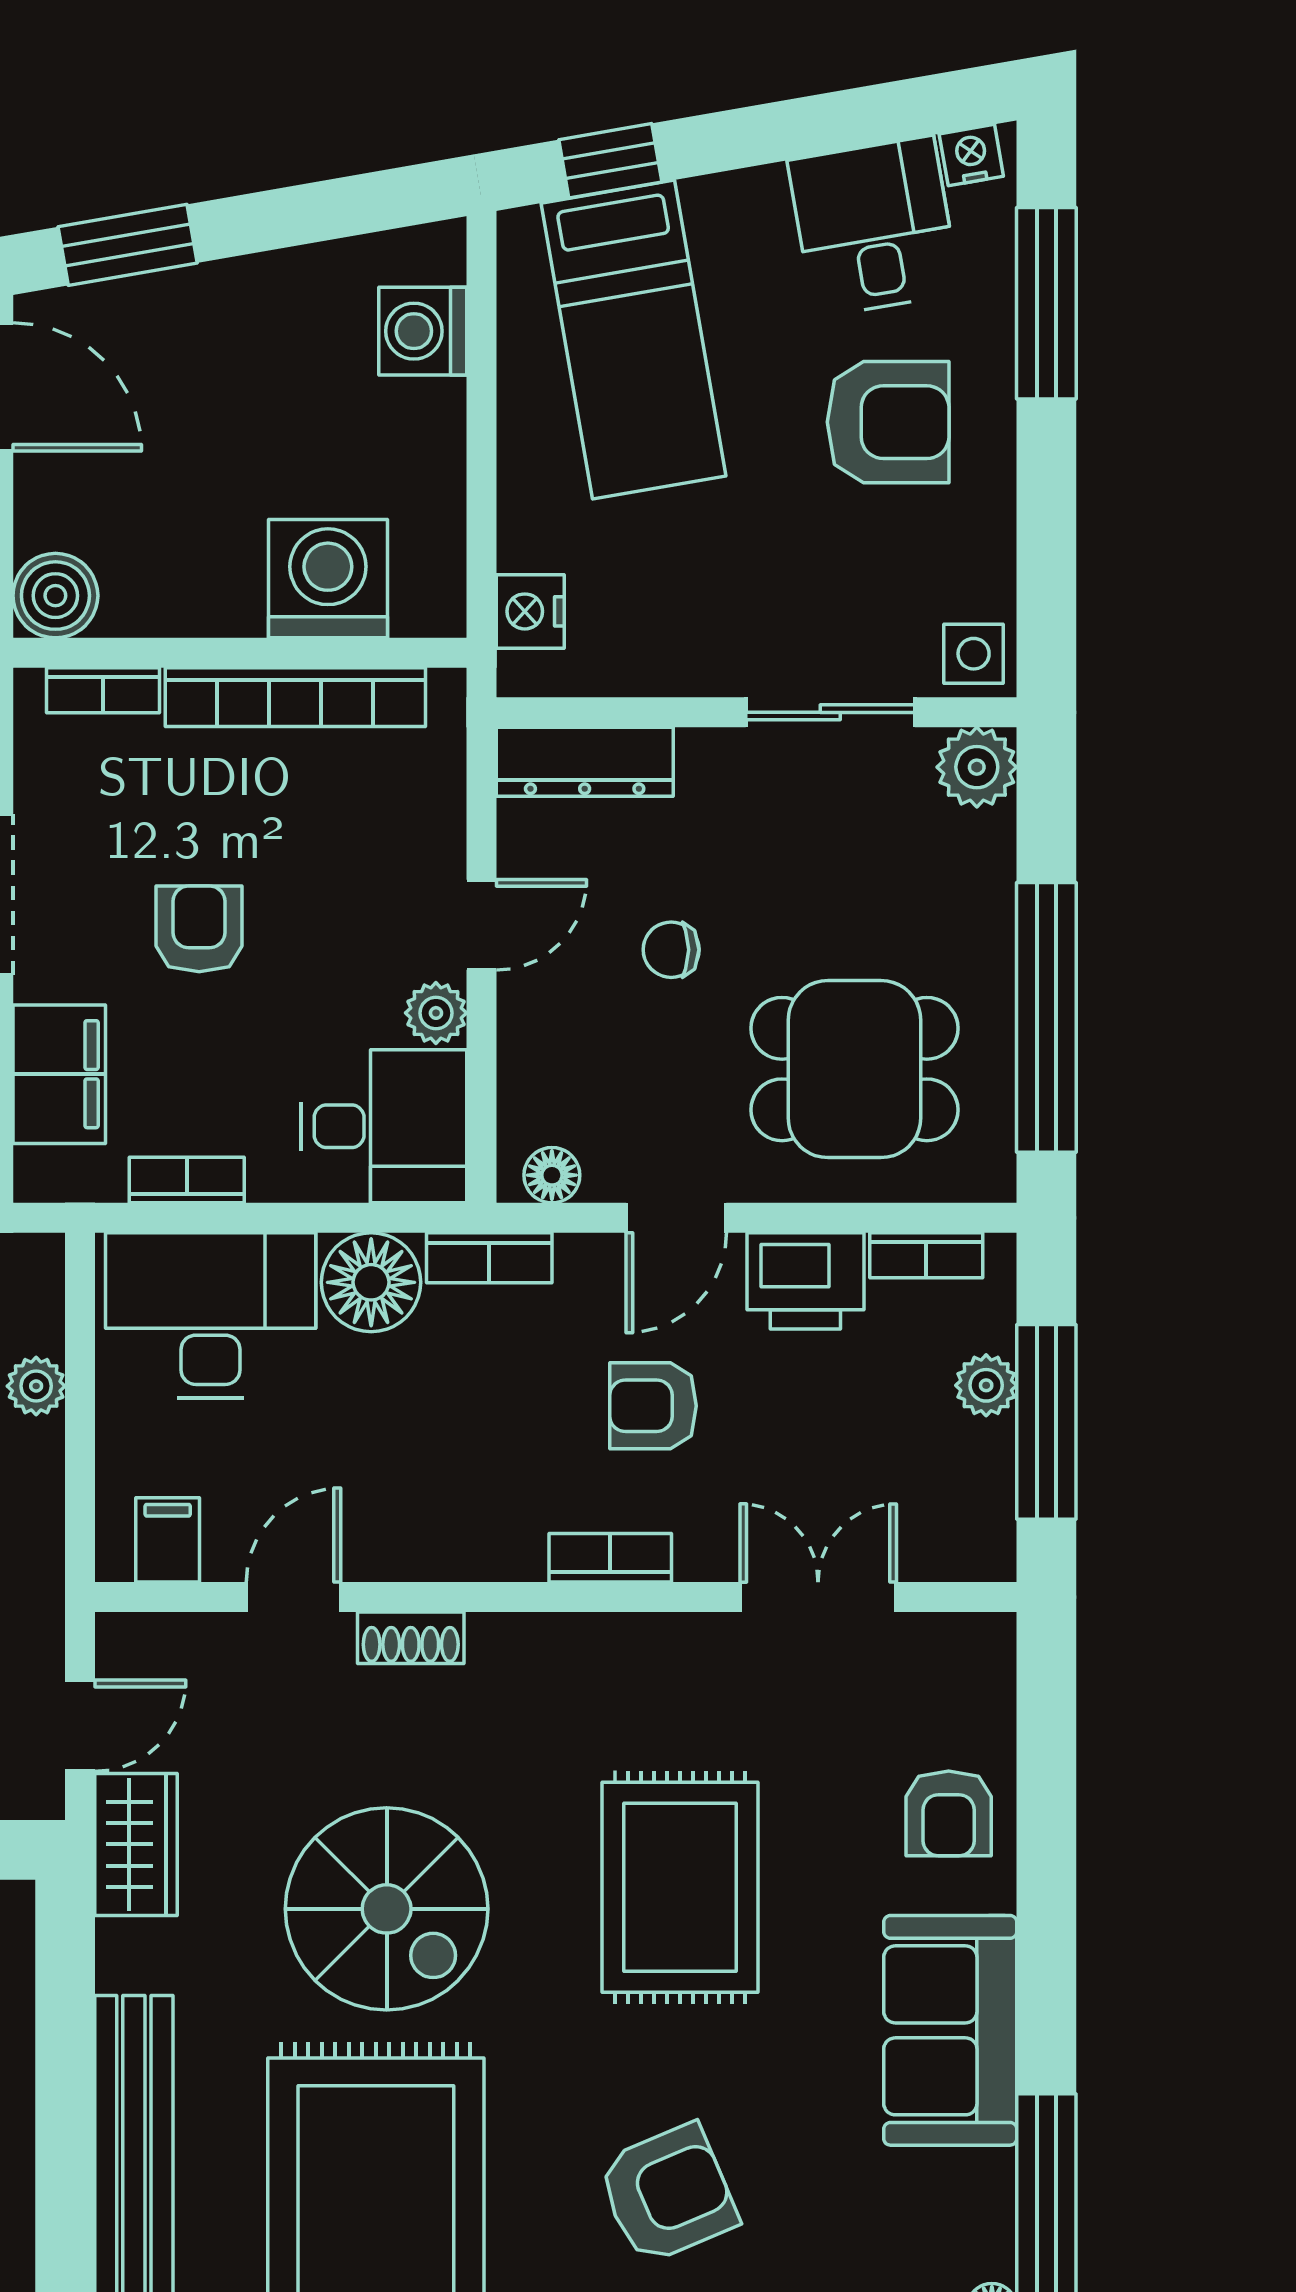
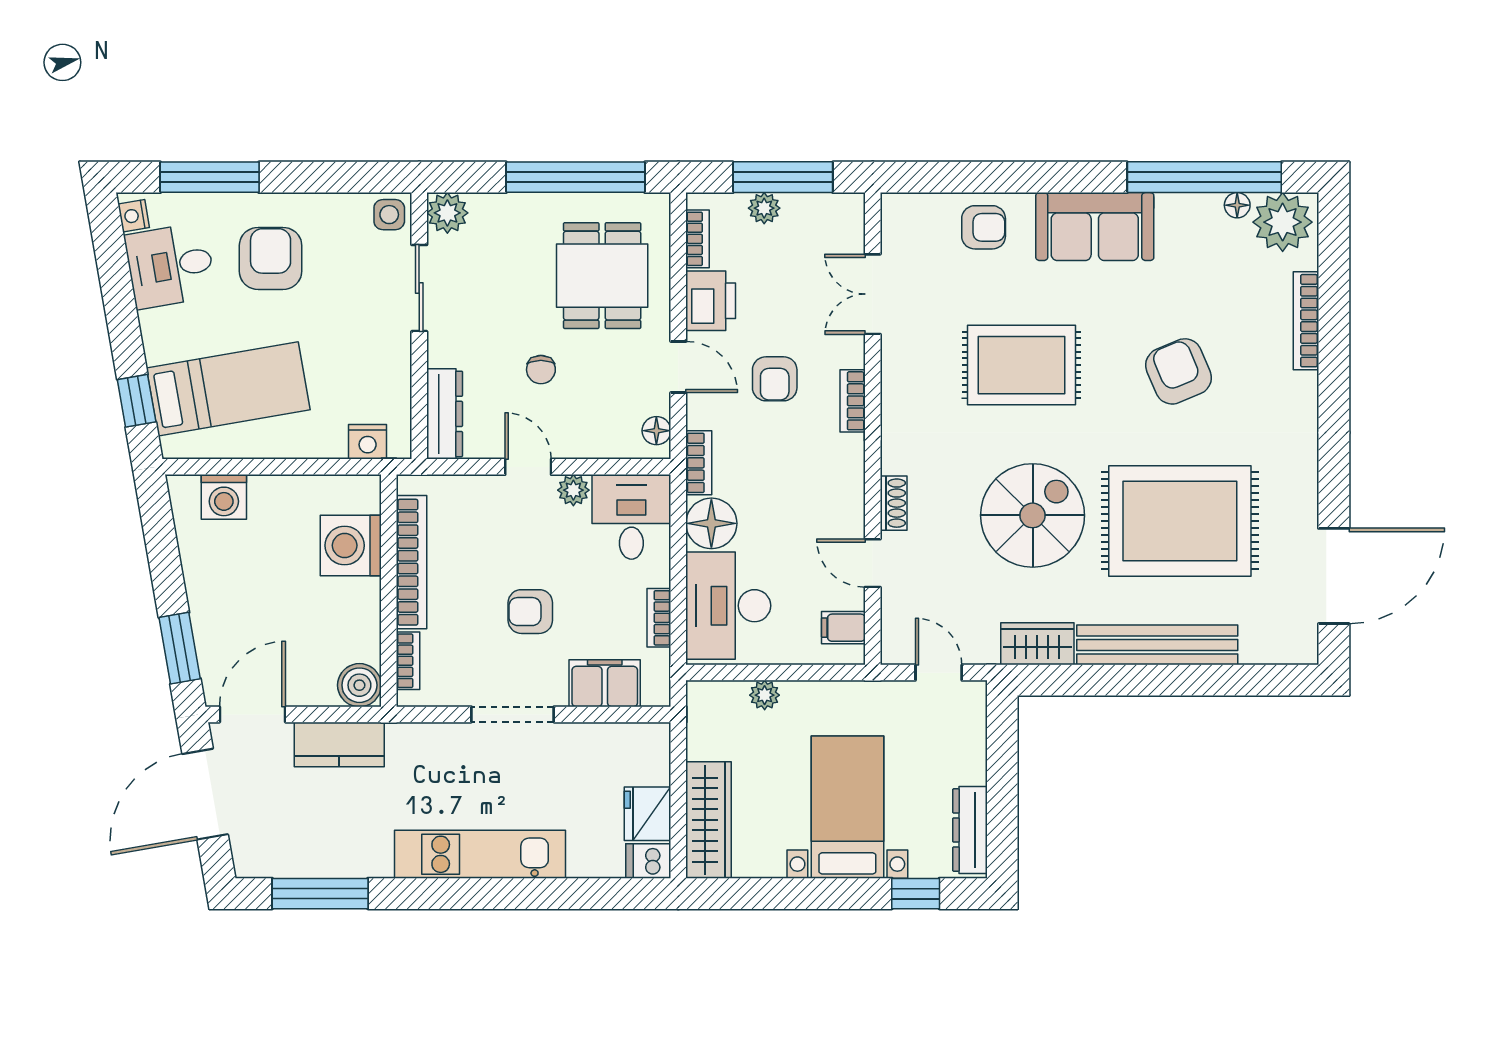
wardrobe: (136, 1844) -> (1037, 644), moved

